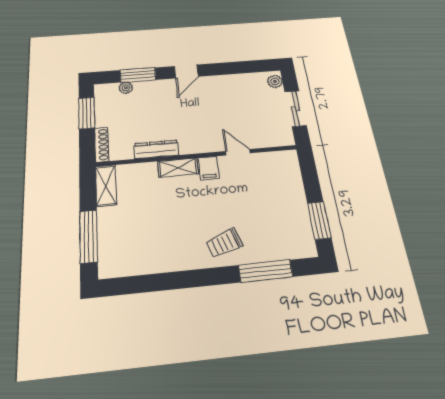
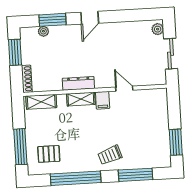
dresser: (156, 149) -> (78, 83), moved
shelving: (106, 185) -> (41, 102), moved, turned 90
pallet: (132, 245) -> (49, 154), added
window: (173, 281) -> (76, 178), added

